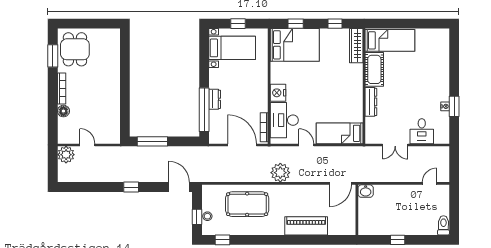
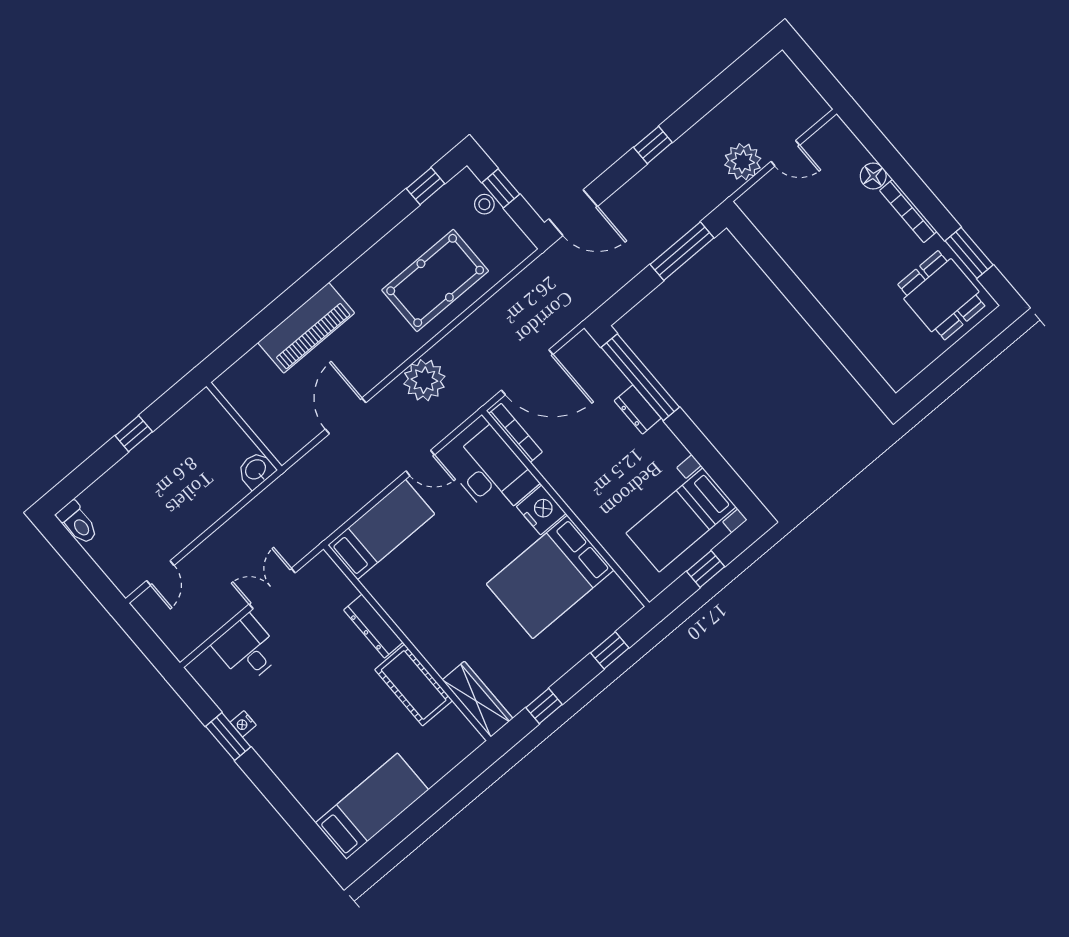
bed: (390, 40) -> (372, 806), moved, turned 180
bed: (295, 45) -> (550, 577), moved
plant: (66, 155) -> (743, 162), moved
door: (340, 183) -> (346, 416), moved

